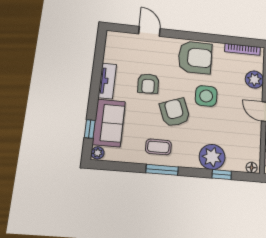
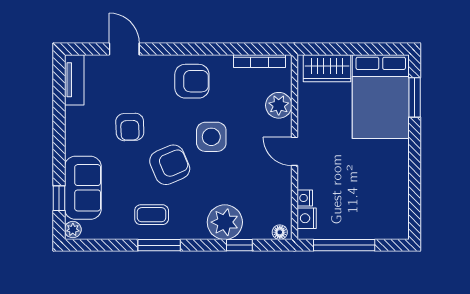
armchair: (195, 57) -> (192, 81), width x0.73, depth x0.73
tv unit: (107, 81) -> (74, 80), moved
armchair: (175, 112) -> (170, 165), turned 87

